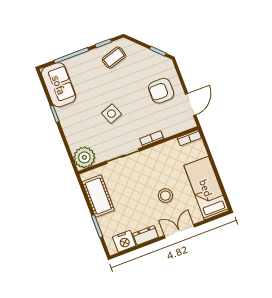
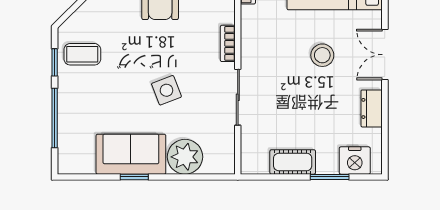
coffee table: (114, 57) -> (82, 54), turned -73
sofa: (59, 85) -> (131, 154), moved
plant: (84, 157) -> (185, 157), moved
cot: (98, 196) -> (293, 162), width x0.73, depth x0.75
nightstand: (124, 241) -> (355, 161), moved, turned 90

